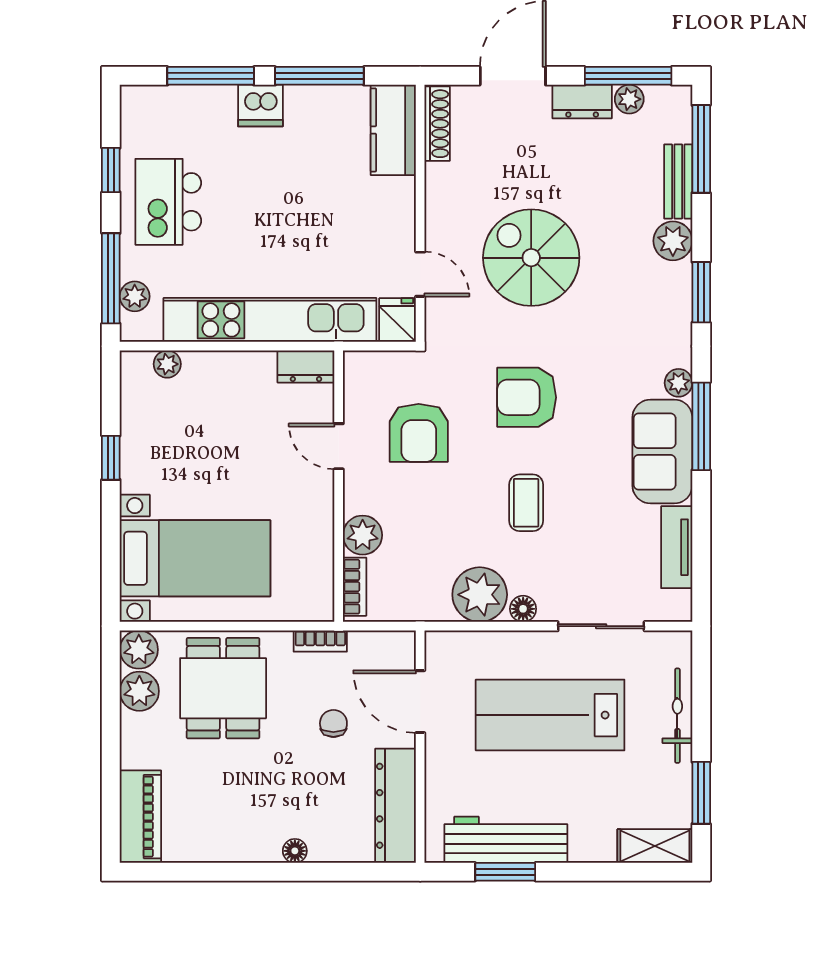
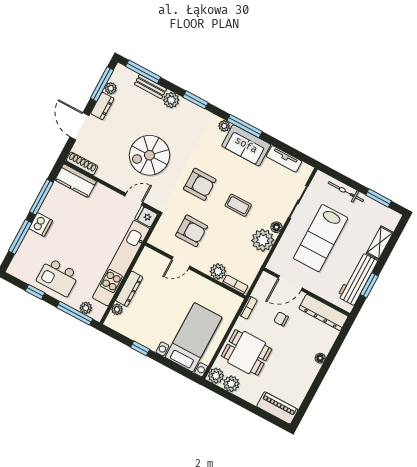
dresser: (306, 367) -> (129, 289), moved, width x1.44
armchair: (527, 397) -> (200, 184), turned -90
shelving: (655, 846) -> (380, 243), moved

